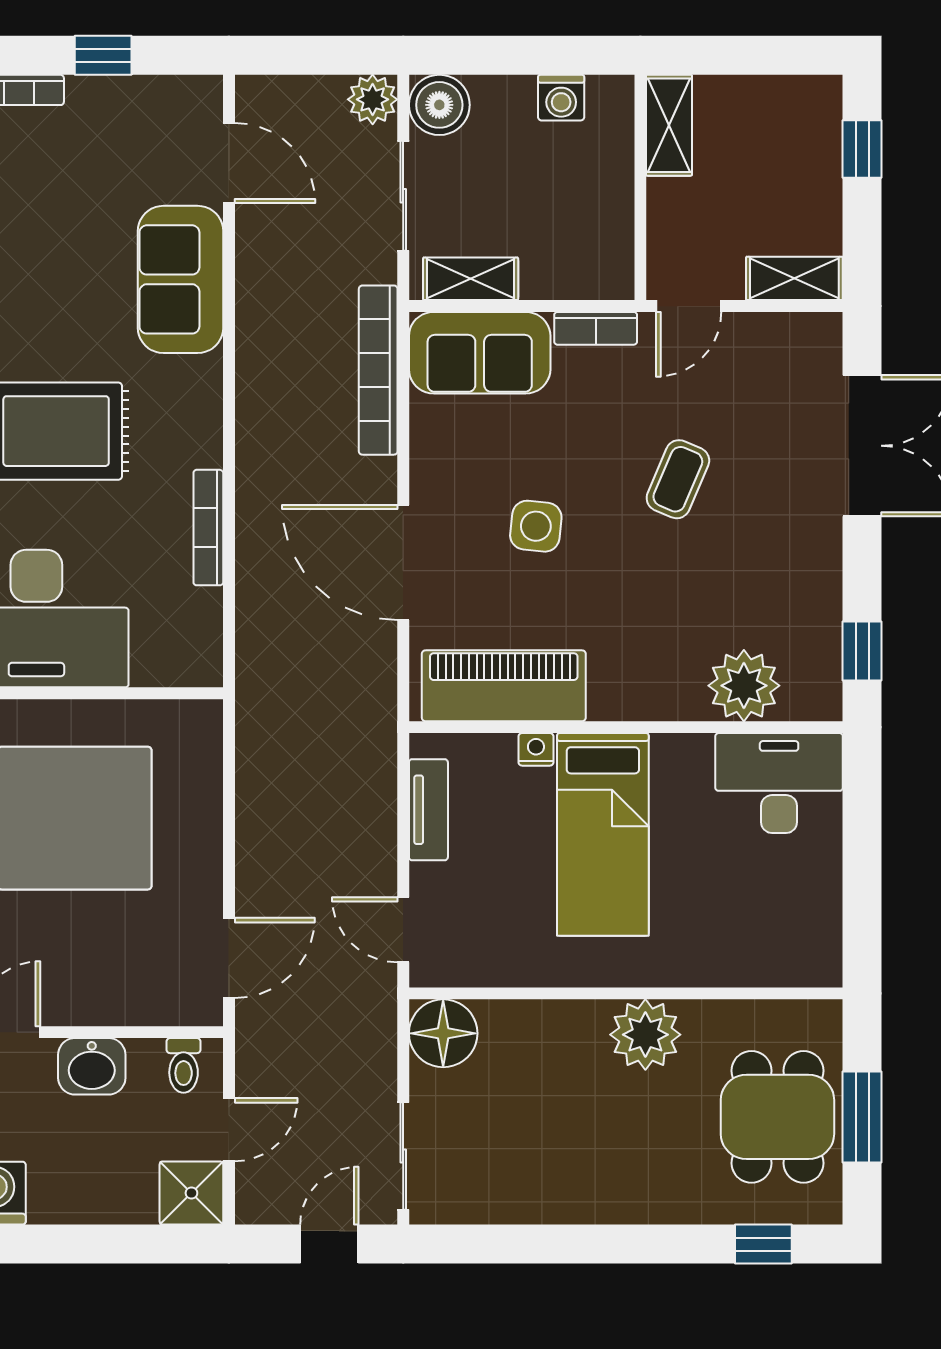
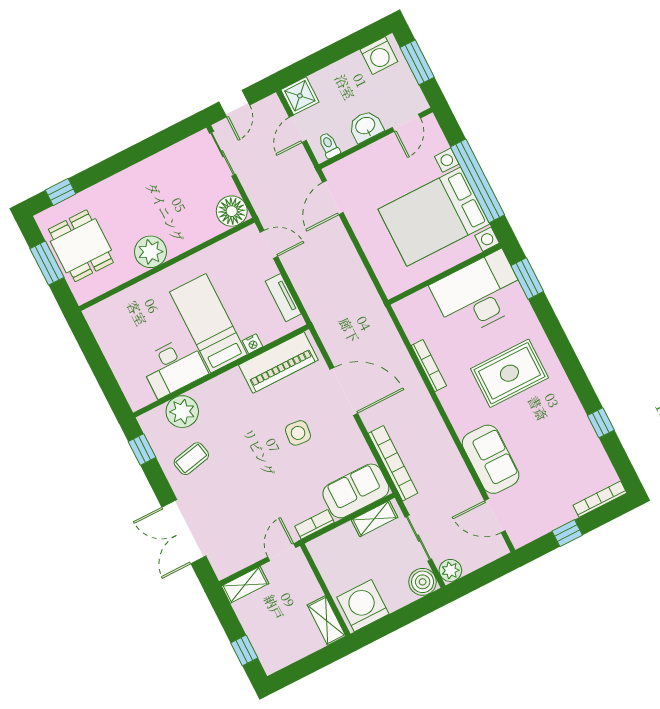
washing machine: (561, 98) -> (363, 606), width x1.89, depth x1.89
coffee table: (678, 479) -> (191, 459), moved, turned 55
desk: (779, 783) -> (174, 367), moved

